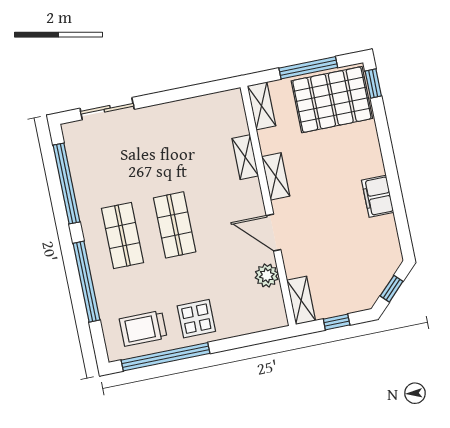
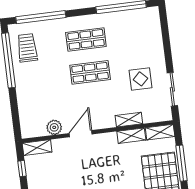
sliding door: (107, 109) -> (172, 89), moved
shelving: (276, 176) -> (131, 136), moved
window: (86, 282) -> (41, 17), moved
display table: (196, 319) -> (141, 79), moved

